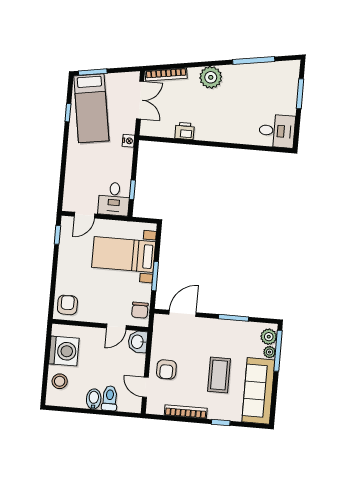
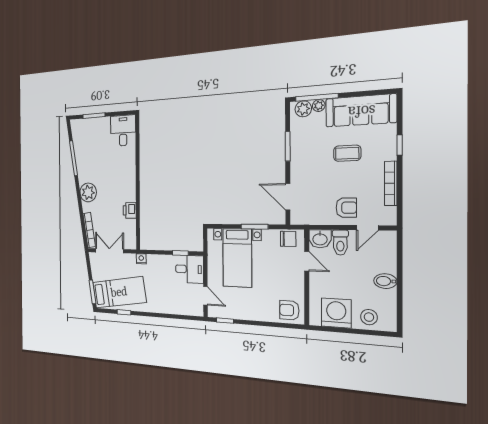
coffee table: (219, 375) -> (347, 153), width x0.73, depth x0.77
toilet: (110, 398) -> (340, 243), moved, turned -90

